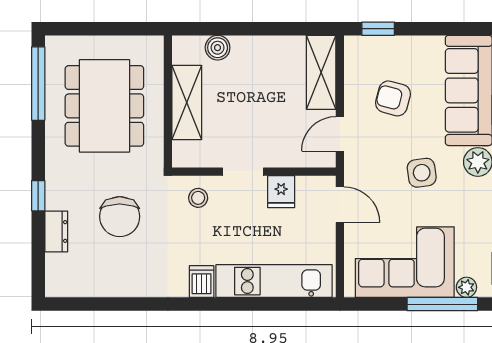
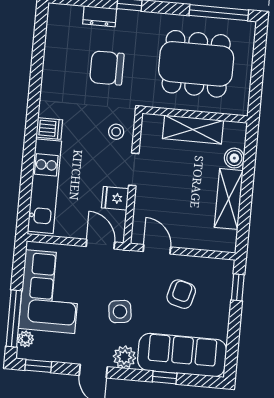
shelving: (321, 72) -> (229, 199), moved, turned 90
door: (340, 205) -> (100, 244), swing flipped

